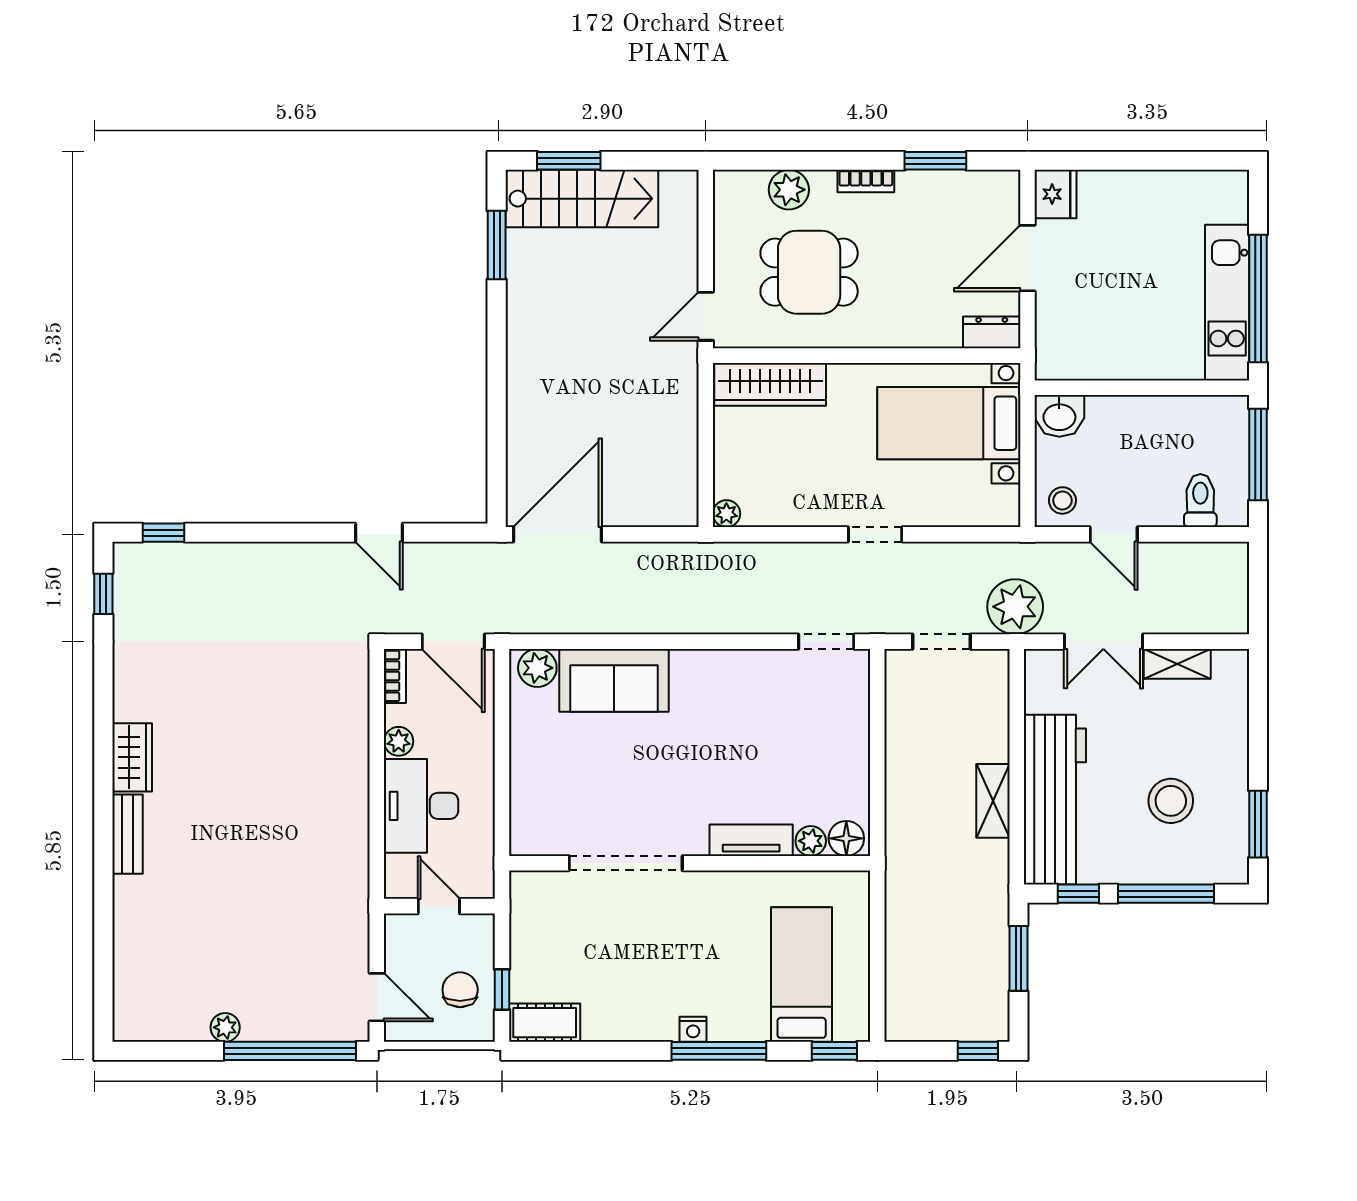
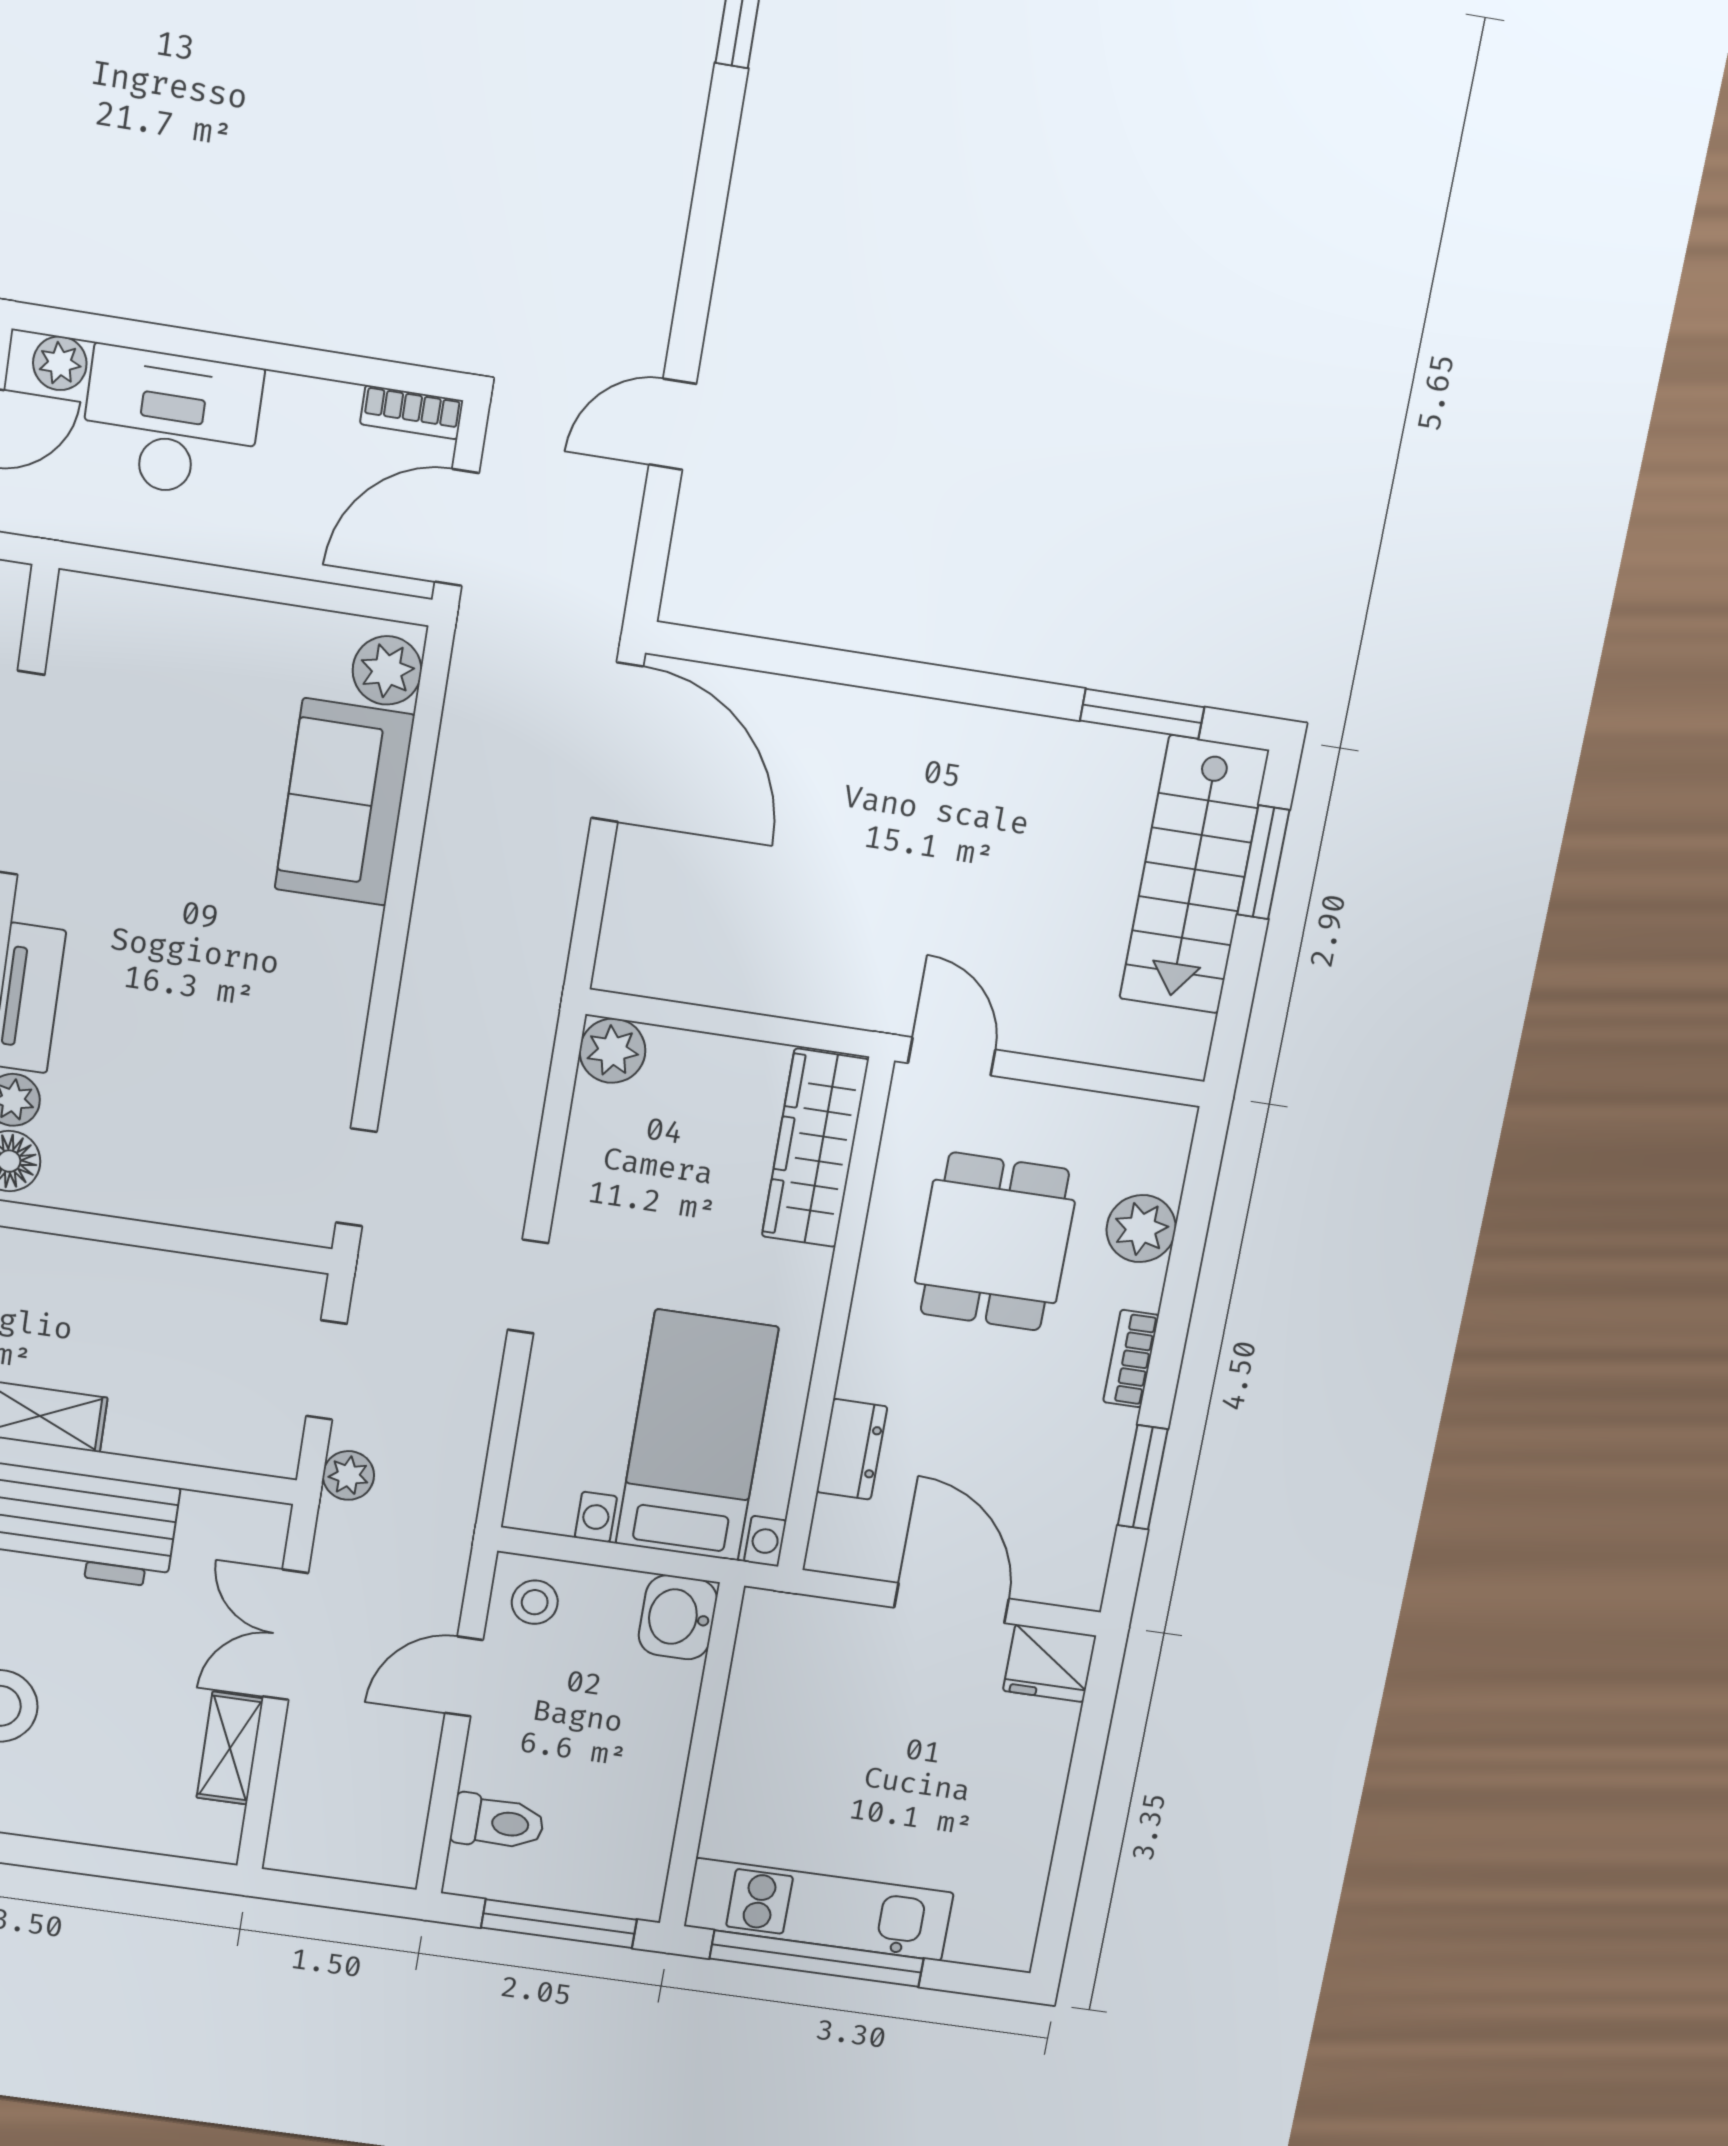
dresser: (992, 332) -> (852, 1449), moved
plant: (726, 514) -> (612, 1051), width x1.38, depth x1.38
plant: (1015, 607) -> (348, 1475), width x0.53, depth x0.53
plant: (399, 741) -> (60, 363), moved

